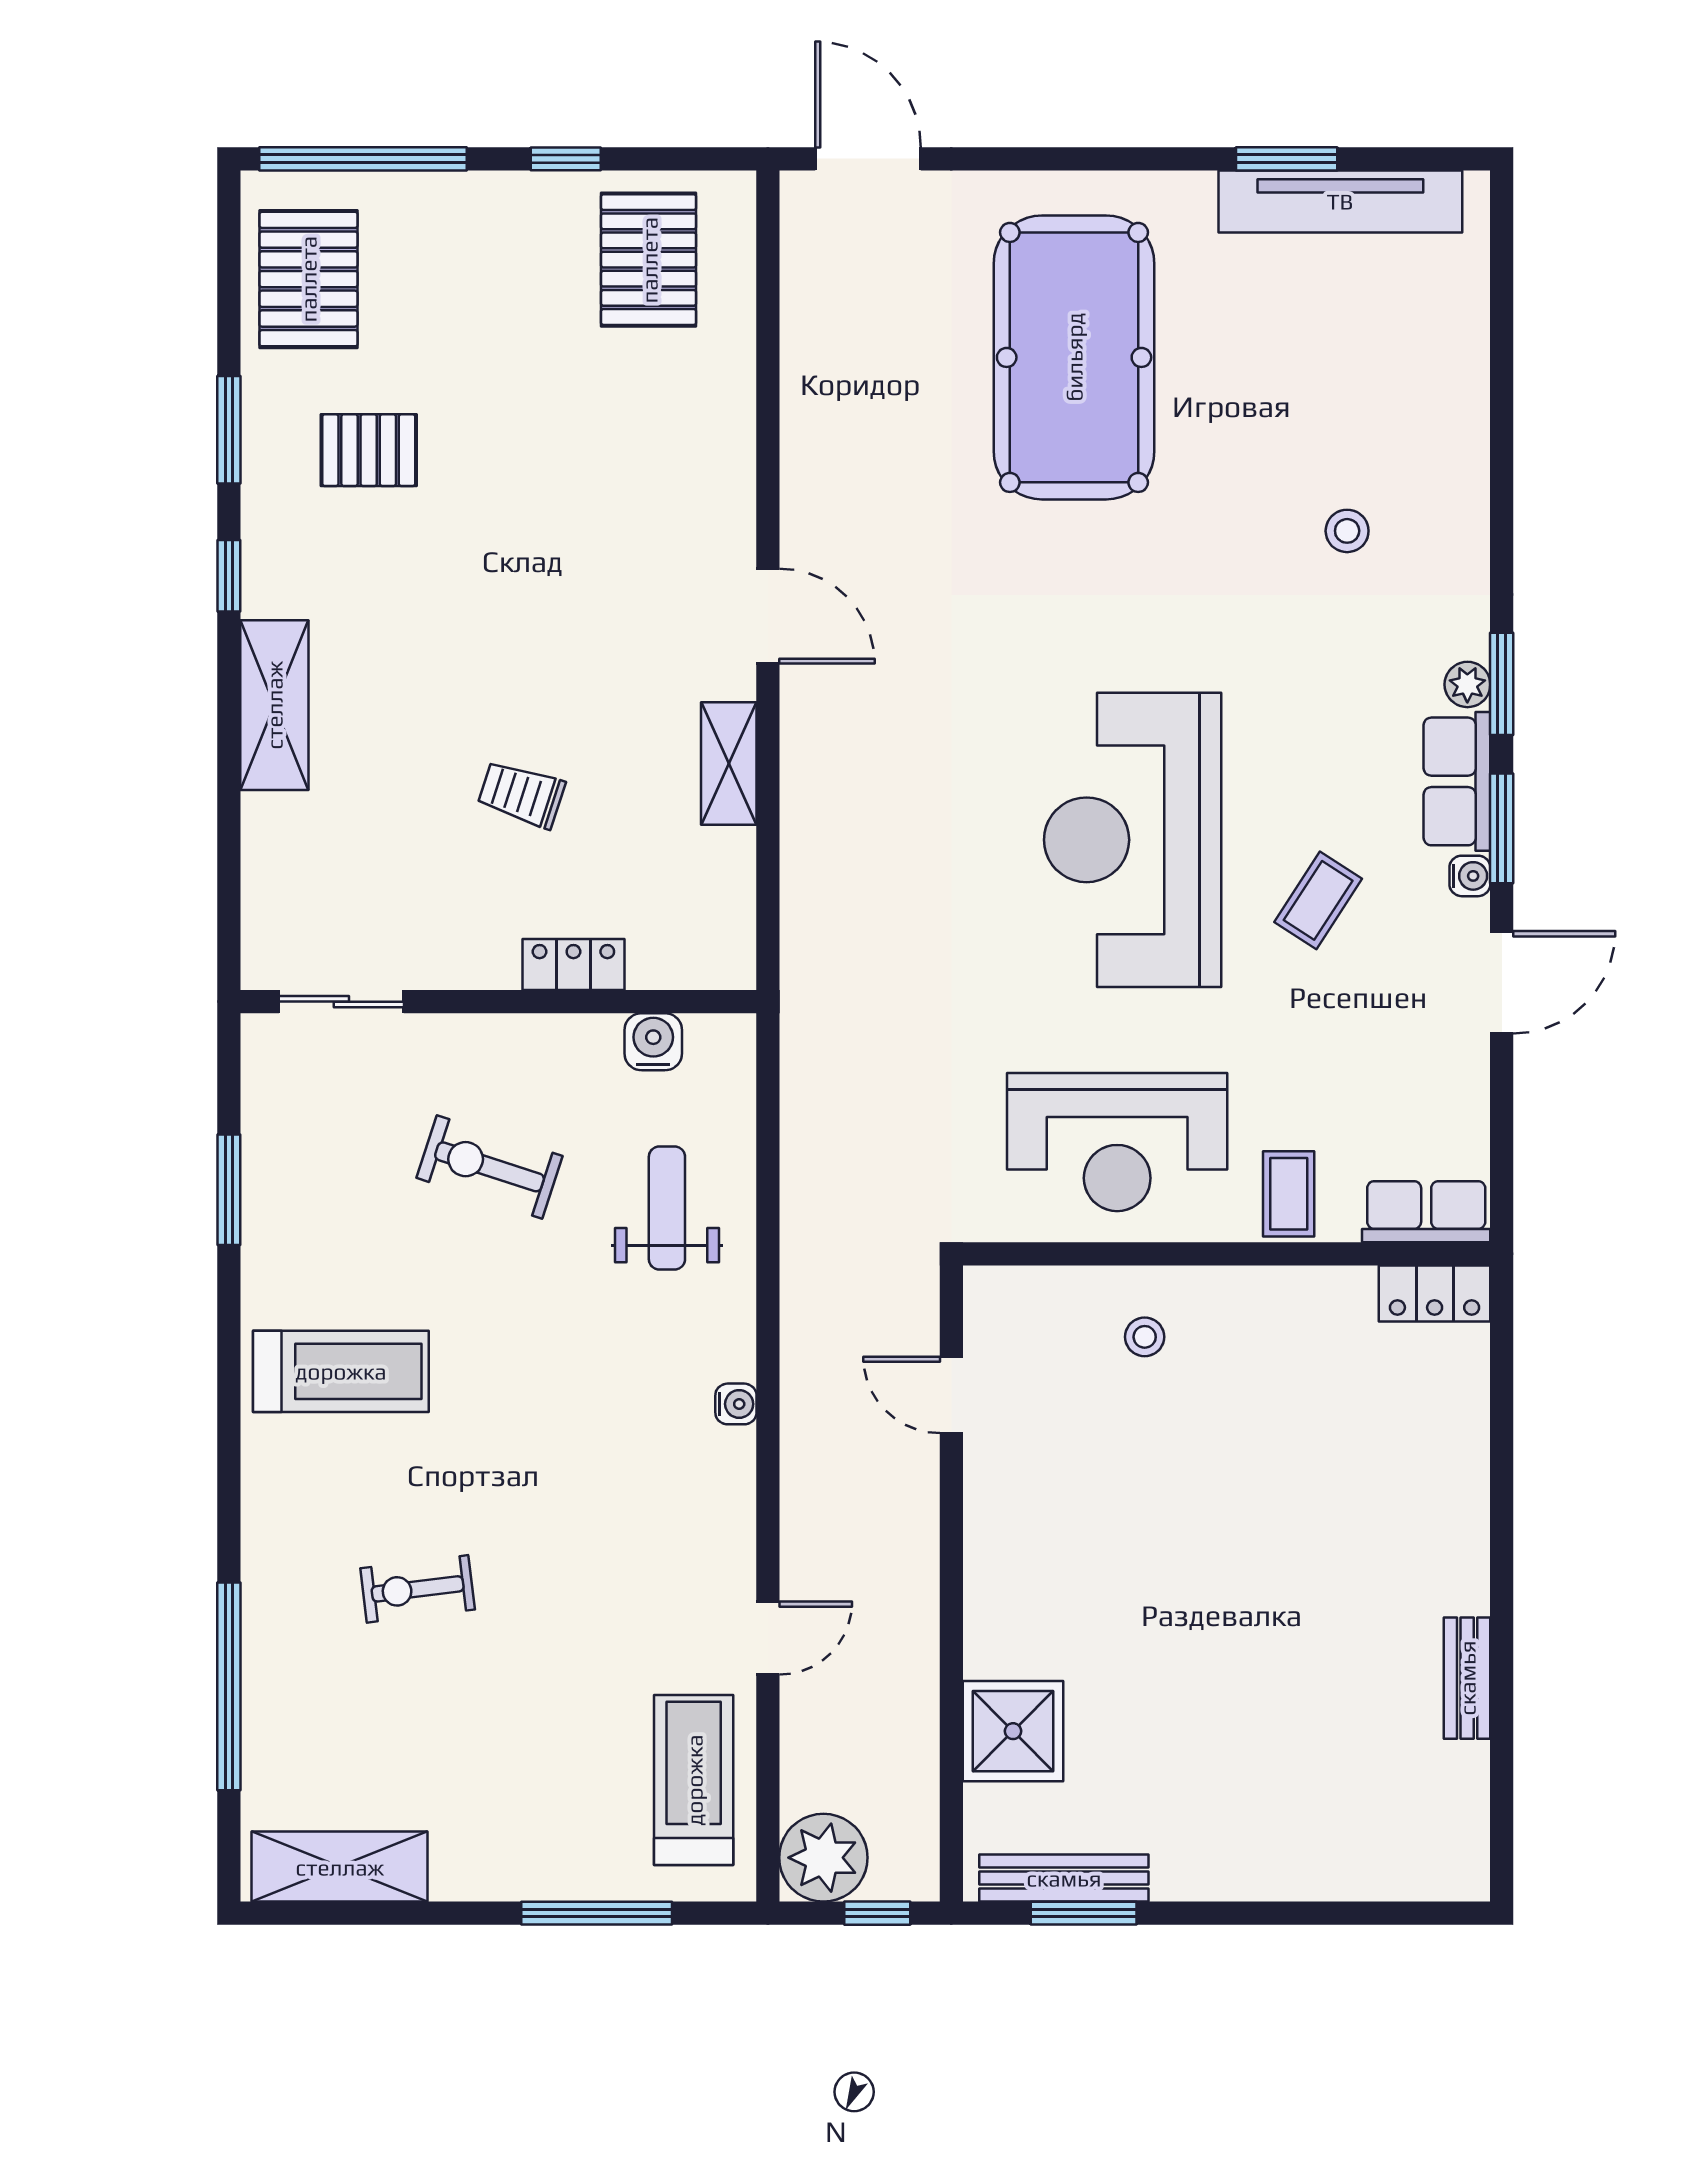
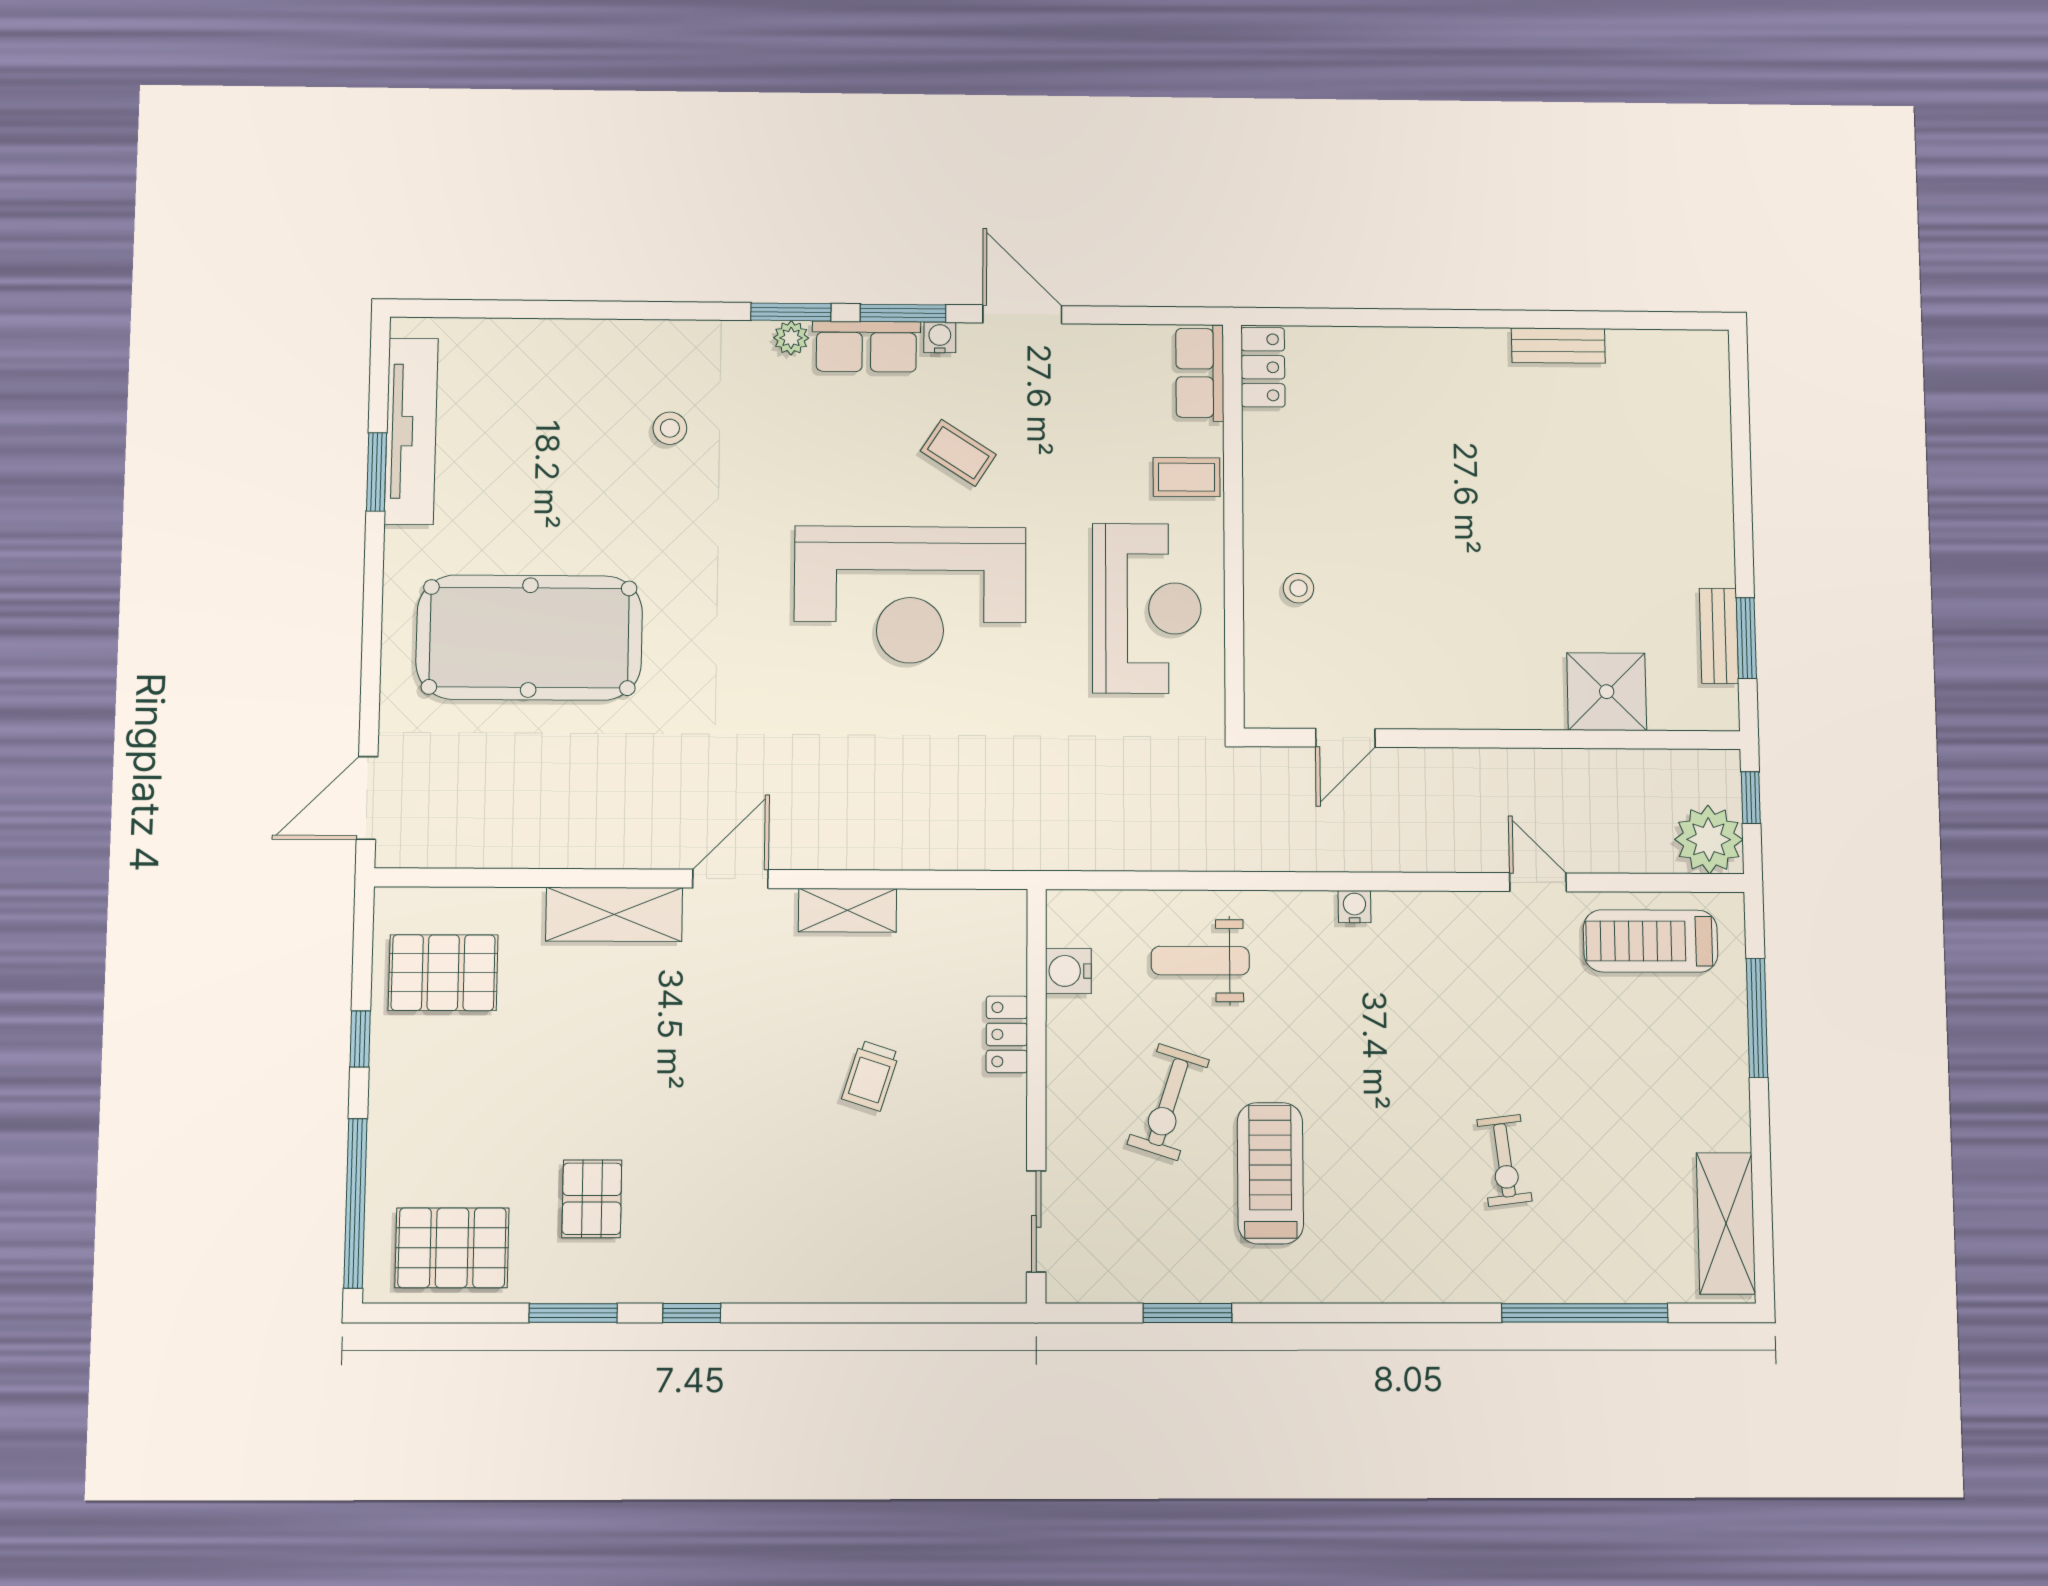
shelving: (274, 705) -> (614, 914), moved
treadmill: (341, 1371) -> (1270, 1173), moved
bench: (1064, 1878) -> (1719, 636), width x0.73

